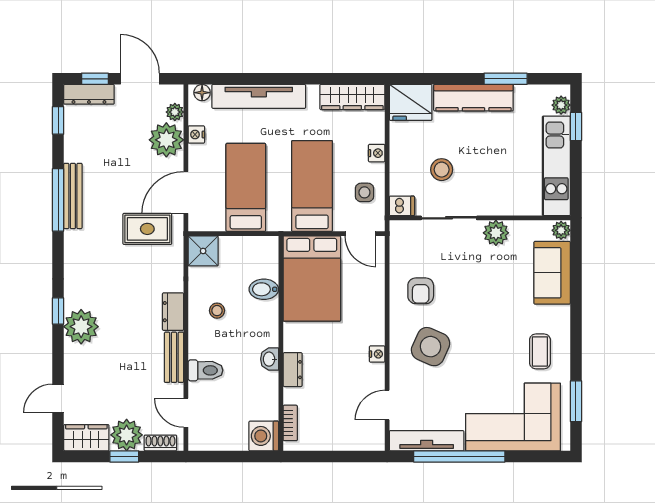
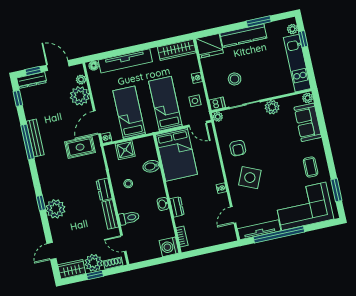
nightstand: (196, 135) -> (106, 138), moved
plant: (398, 229) -> (218, 117), added
shower: (203, 251) -> (125, 150), moved

